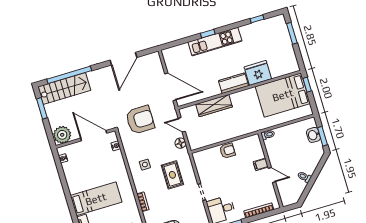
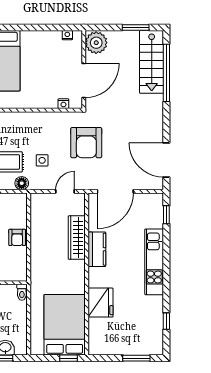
window: (208, 34) -> (166, 215), moved
door: (123, 59) -> (166, 160), moved
kitchen counter: (234, 83) -> (97, 249), moved
floor lamp: (180, 143) -> (22, 183), moved
side table: (145, 165) -> (42, 160), moved

